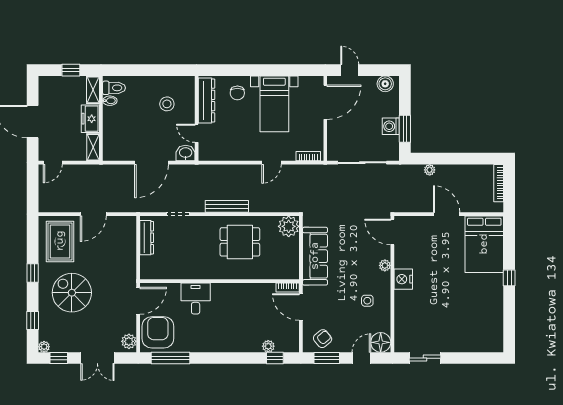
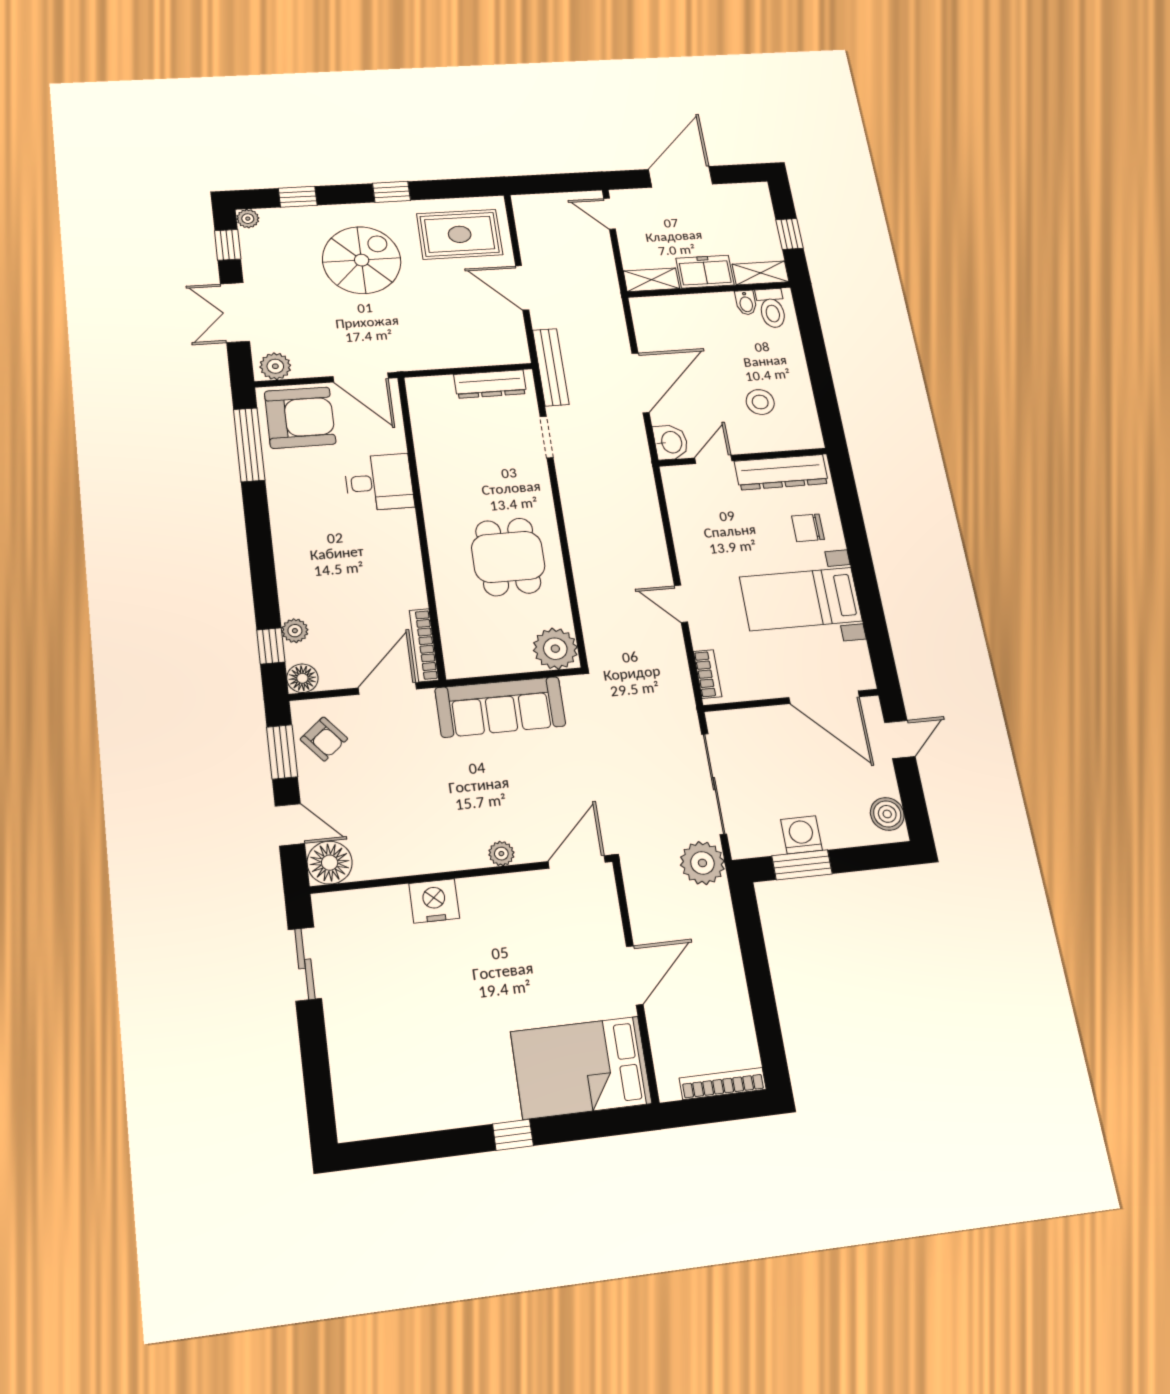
door: (152, 163) -> (640, 383), swing flipped
plant: (430, 170) -> (702, 863), moved, width x1.87, depth x1.87
bench: (227, 206) -> (551, 367), moved
nightstand: (403, 279) -> (434, 901), moved
bookcase: (288, 288) -> (424, 645), width x1.56
side table: (367, 301) -> (419, 824), removed
floor lamp: (292, 345) -> (302, 678), added

